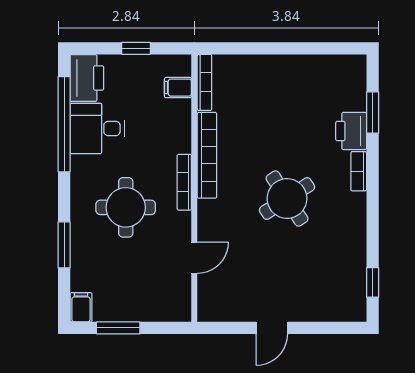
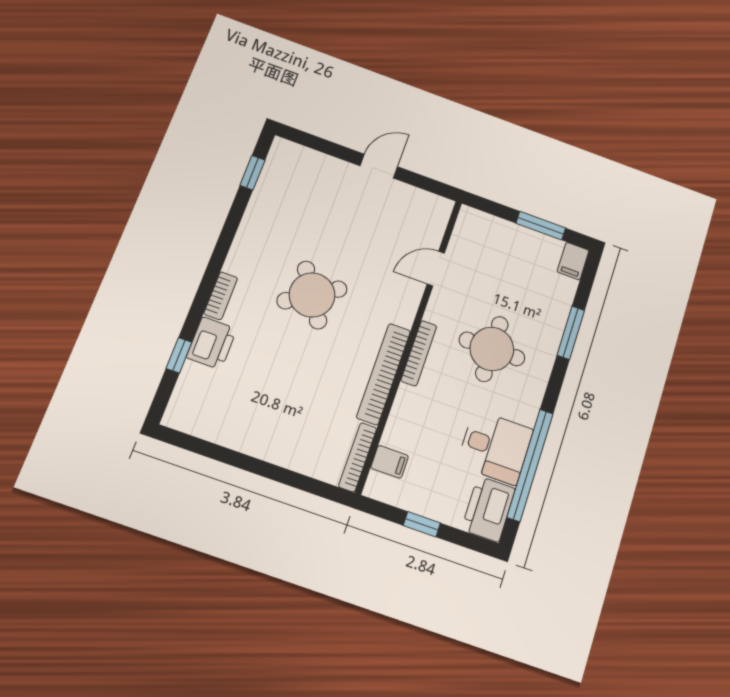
window: (373, 112) -> (179, 355), width x0.67

